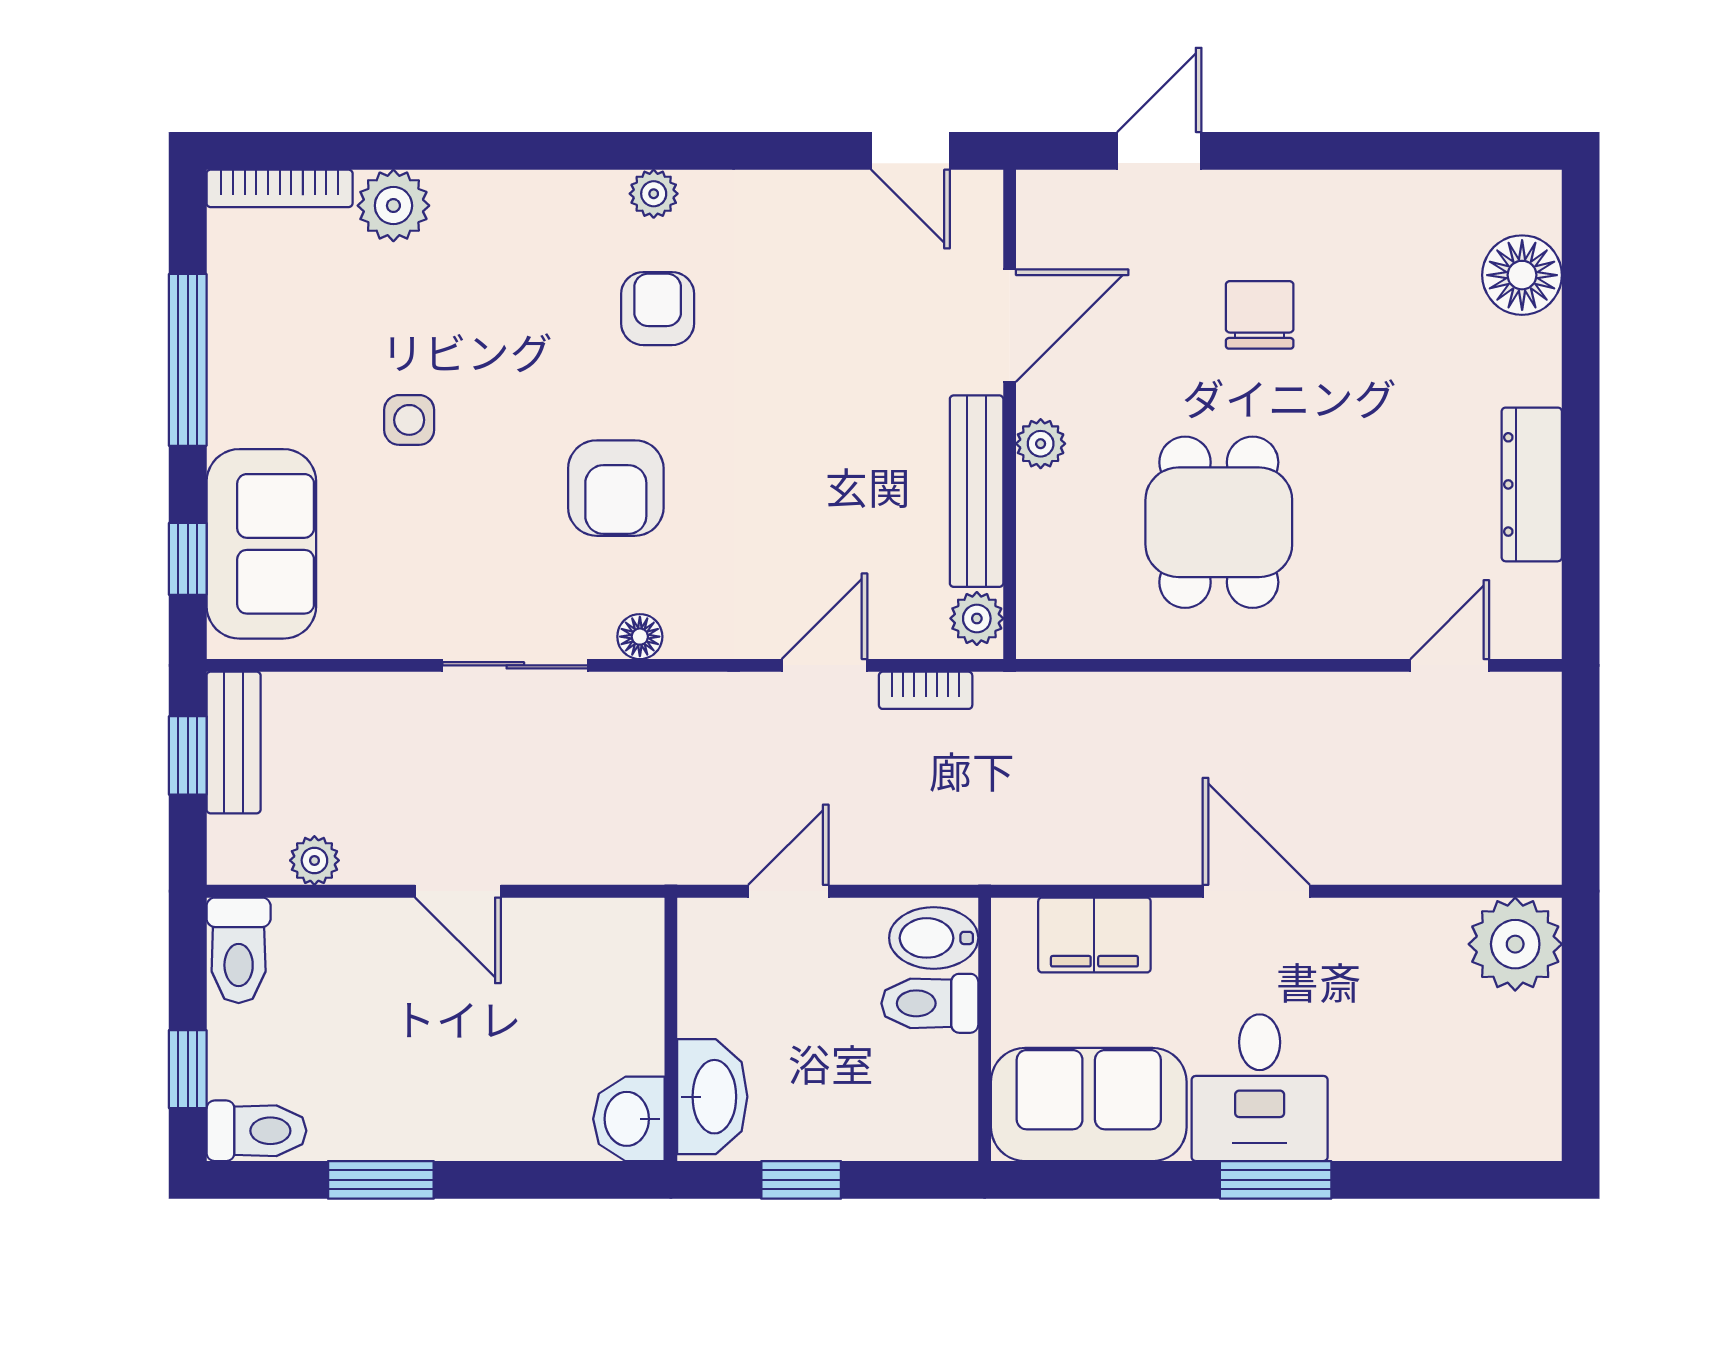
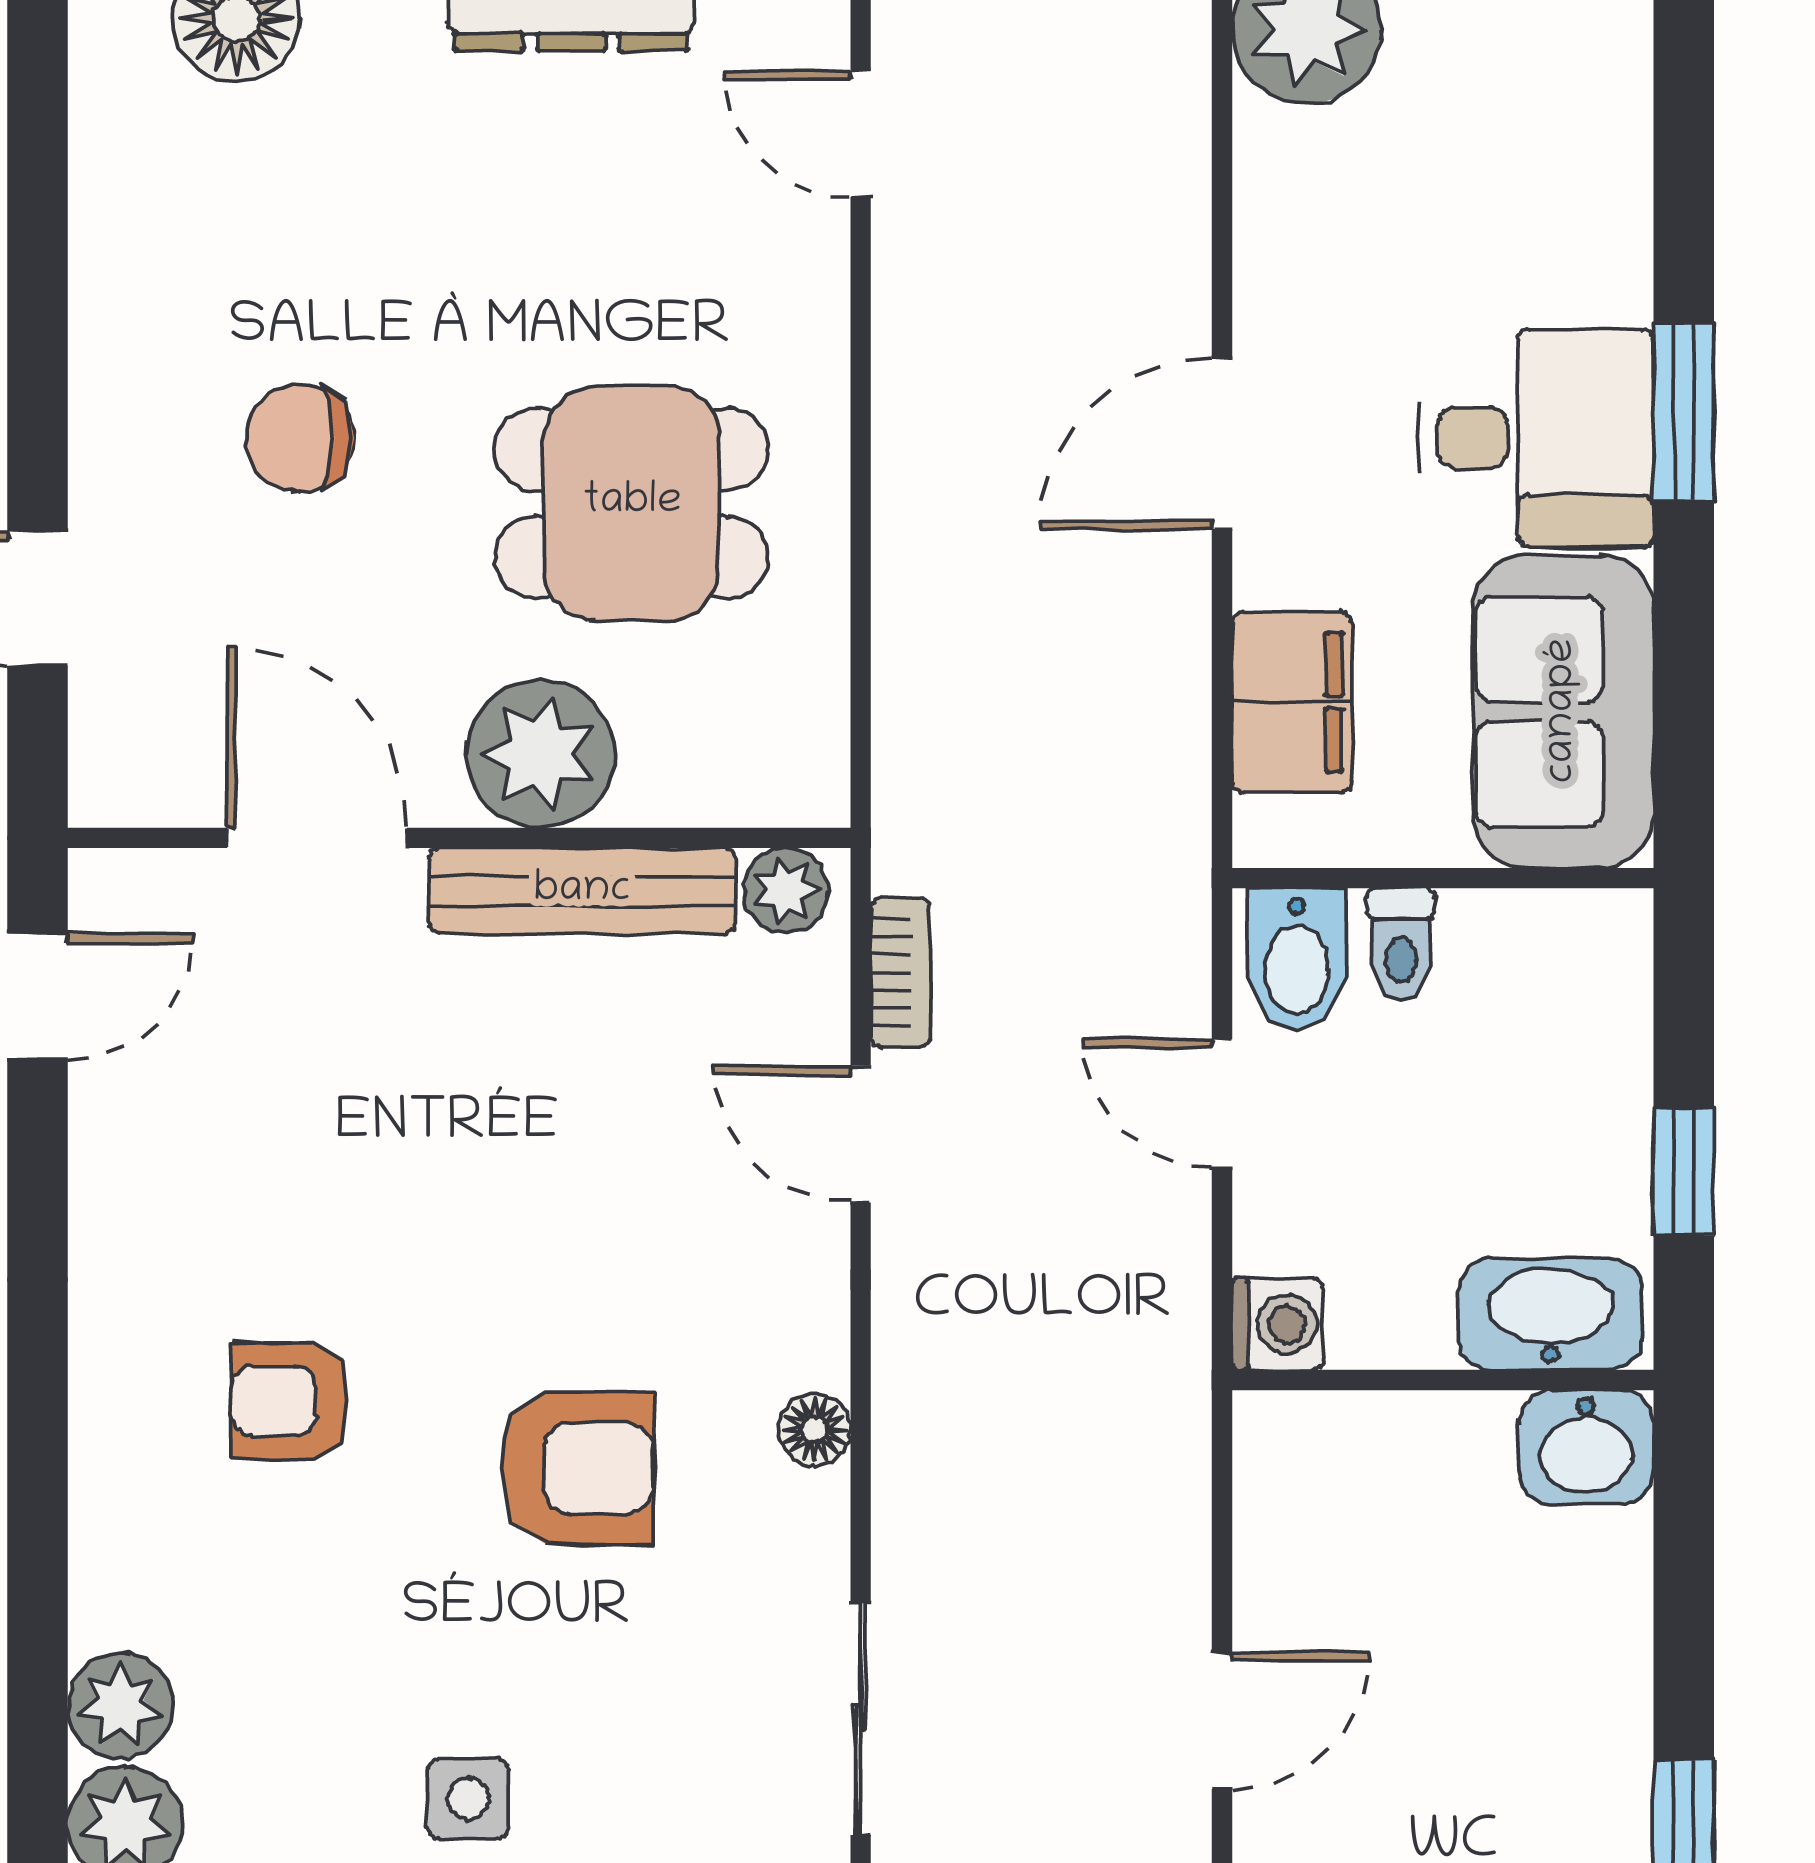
plant: (654, 194) -> (121, 1706), moved, width x1.38, depth x1.38
plant: (1041, 444) -> (540, 754), width x1.88, depth x1.88
sliding door: (515, 665) -> (861, 1719), moved
door: (788, 891) -> (1222, 1104), moved
washing machine: (706, 926) -> (1278, 1324), added
toilet: (930, 1003) -> (1401, 944), width x0.73, depth x0.72

